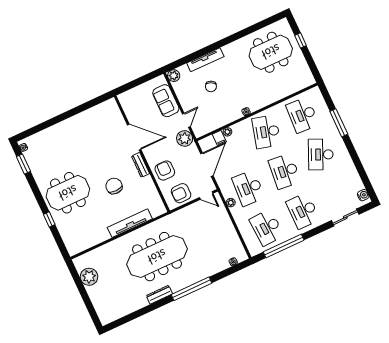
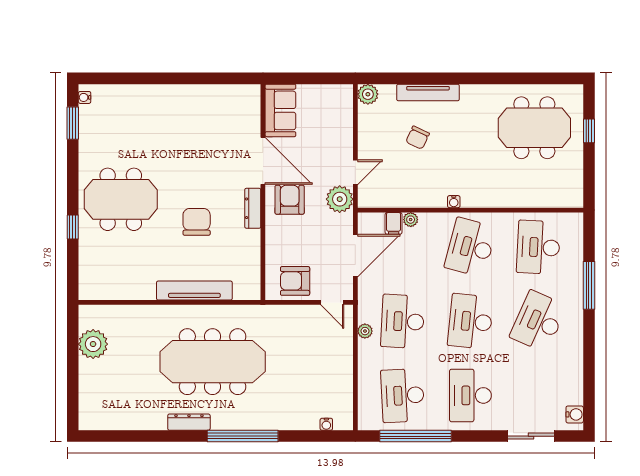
sofa: (166, 101) -> (280, 110), moved, turned 180
armchair: (165, 171) -> (290, 200), moved

